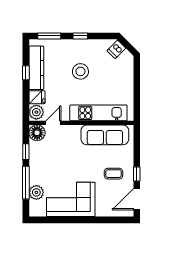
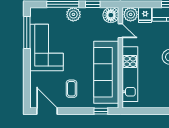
sofa: (105, 135) -> (106, 72), width x1.36, depth x1.27
window: (137, 174) -> (101, 111), moved
plant: (36, 192) -> (73, 14), moved
window: (55, 220) -> (27, 33), added

